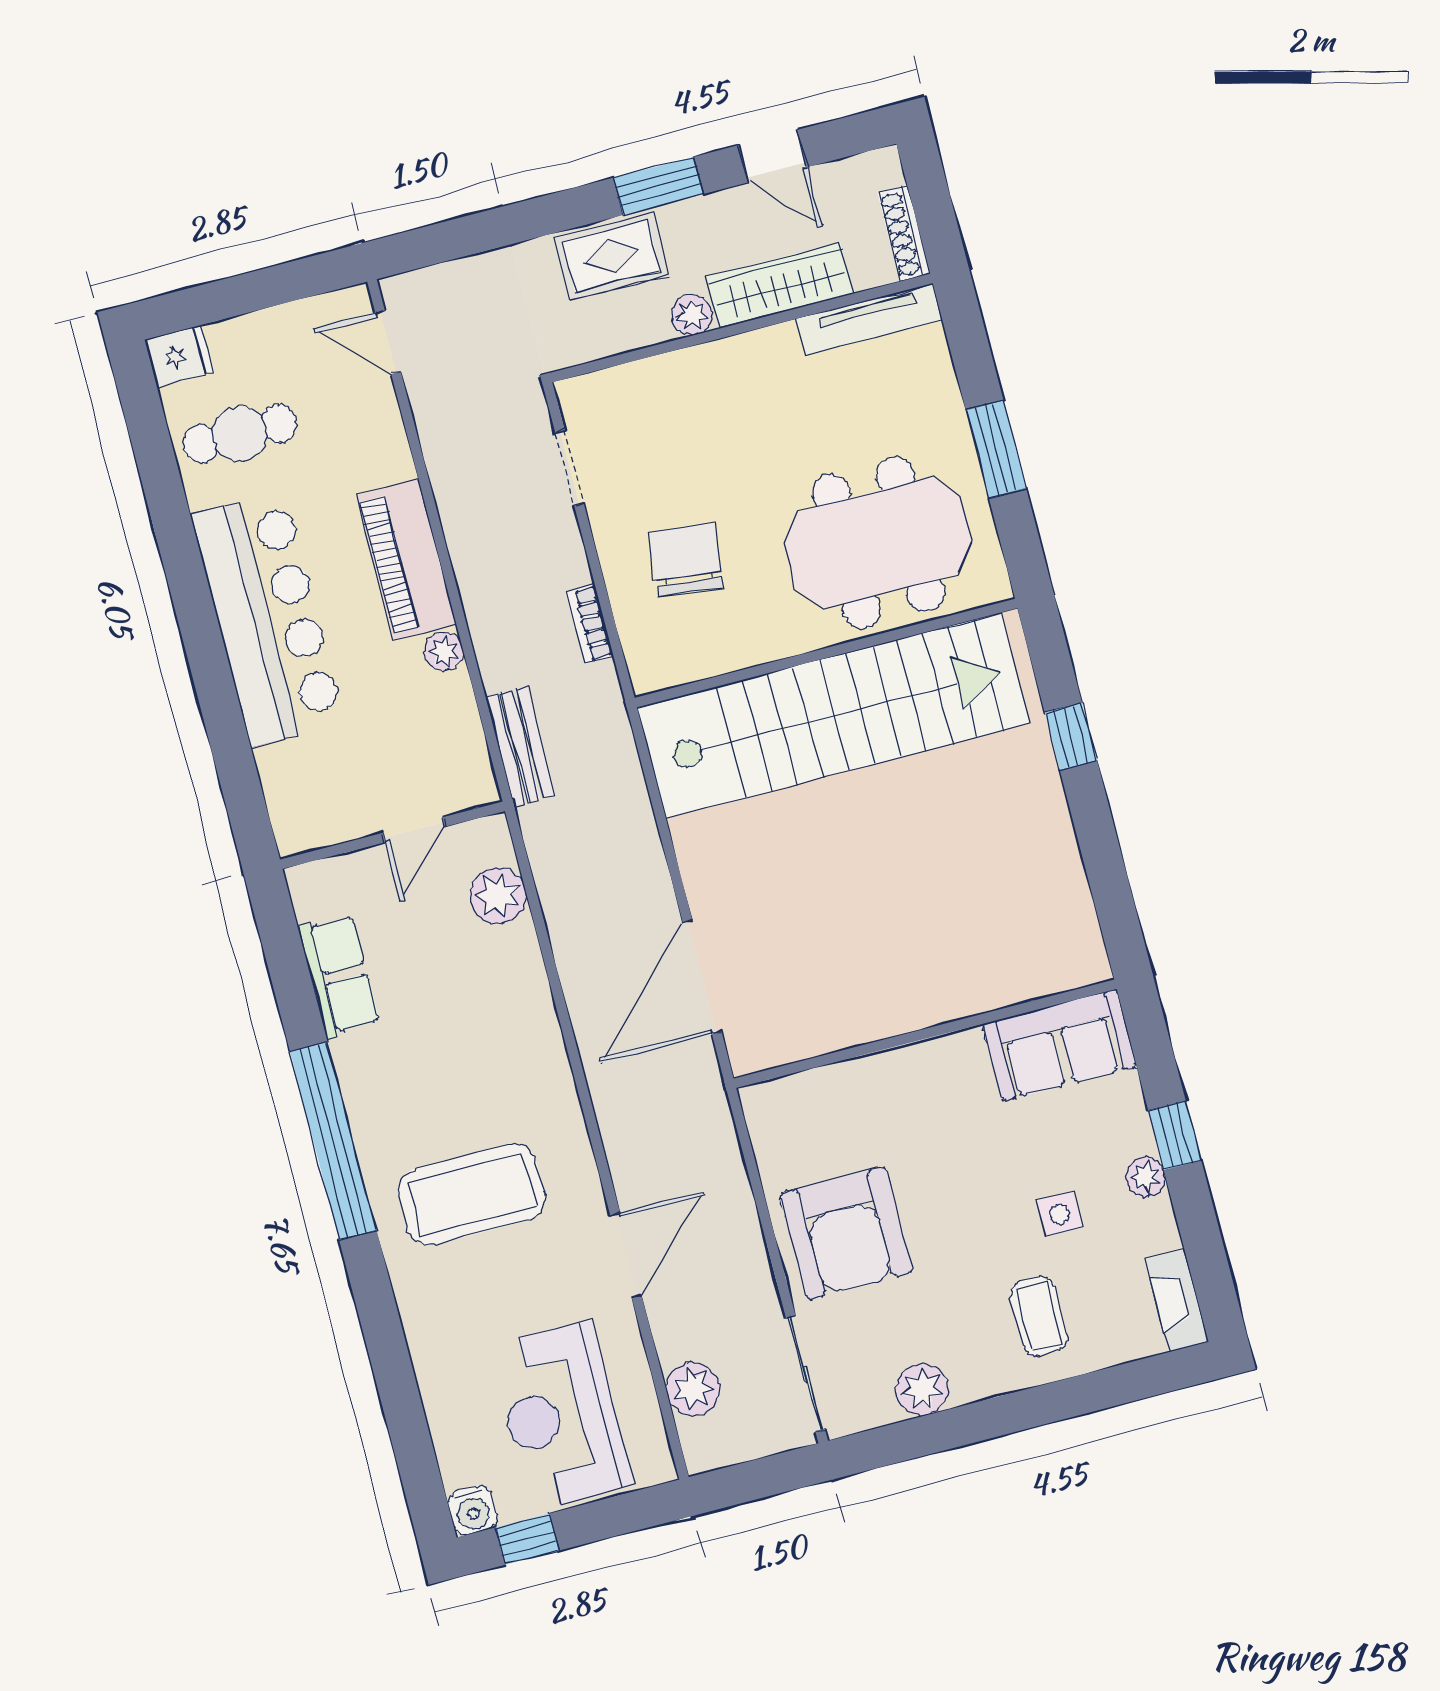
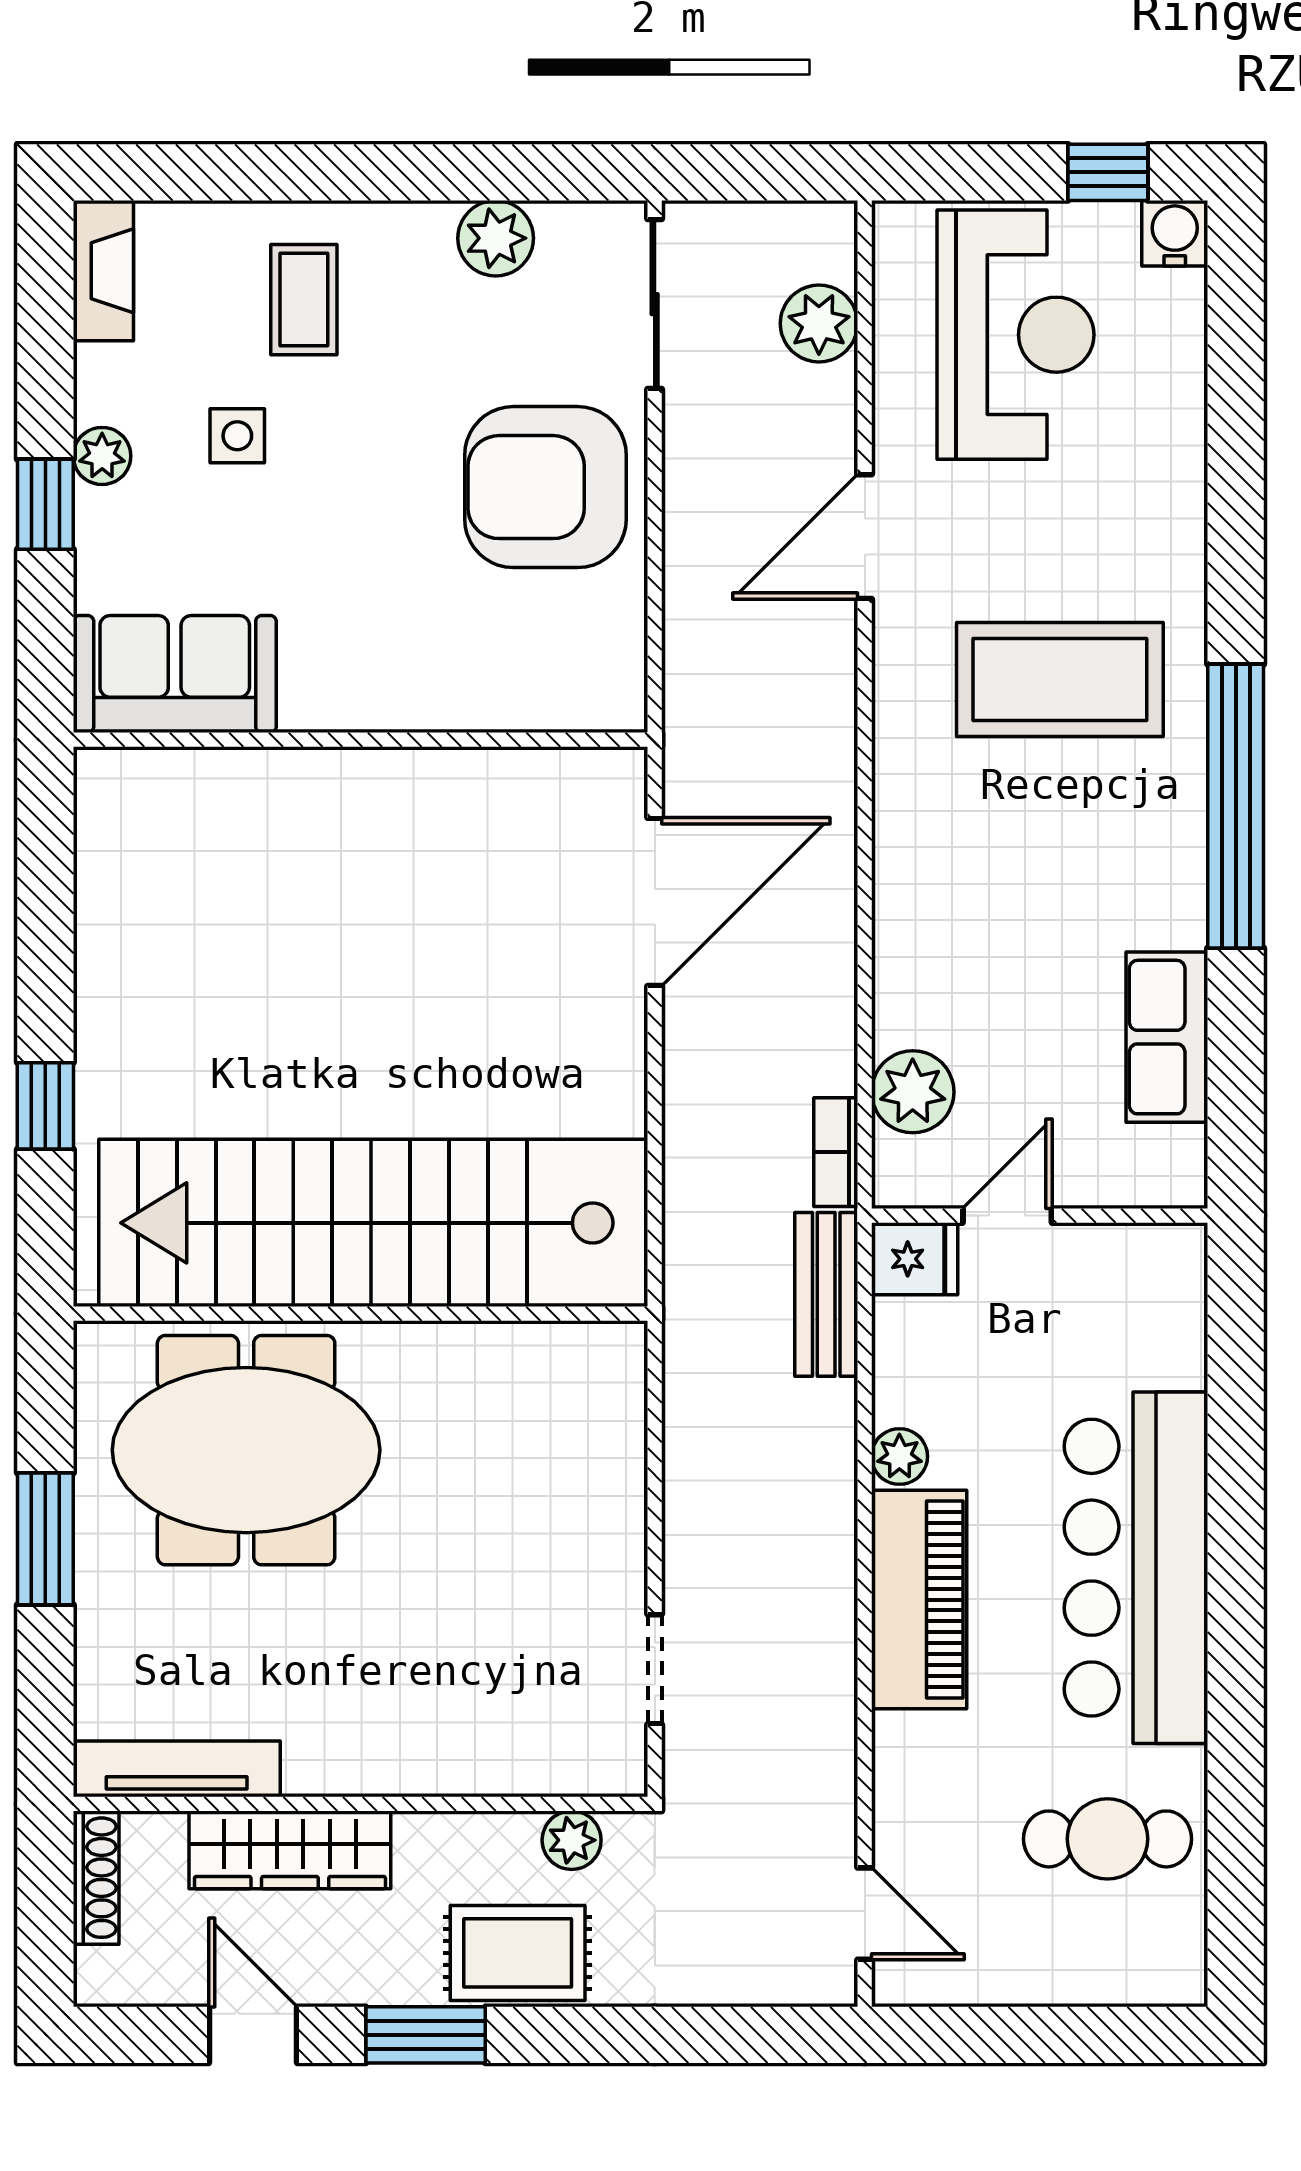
plant: (692, 315) -> (572, 1840), moved
fridge: (179, 356) -> (915, 1259), moved, turned 180
chair: (686, 560) -> (524, 1497), removed
bookcase: (590, 624) -> (836, 1152), moved, turned 180
armchair: (846, 1233) -> (545, 487), turned -90

